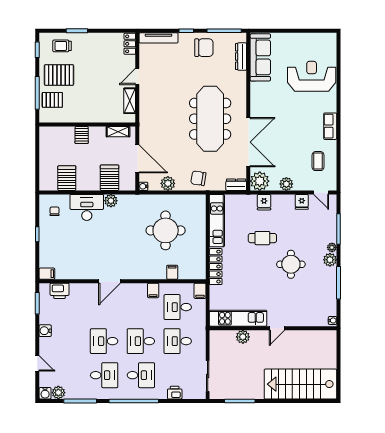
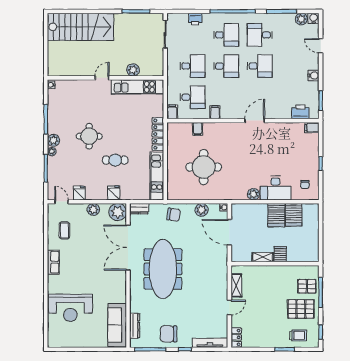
shelving: (118, 132) -> (263, 257), moved
server rack: (110, 178) -> (276, 215), moved
desk: (141, 375) -> (226, 35), turned 180

